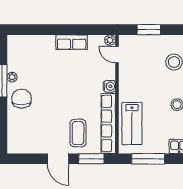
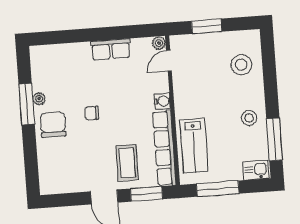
door: (117, 55) -> (169, 61), hinge flipped
chair: (53, 92) -> (92, 113), added

